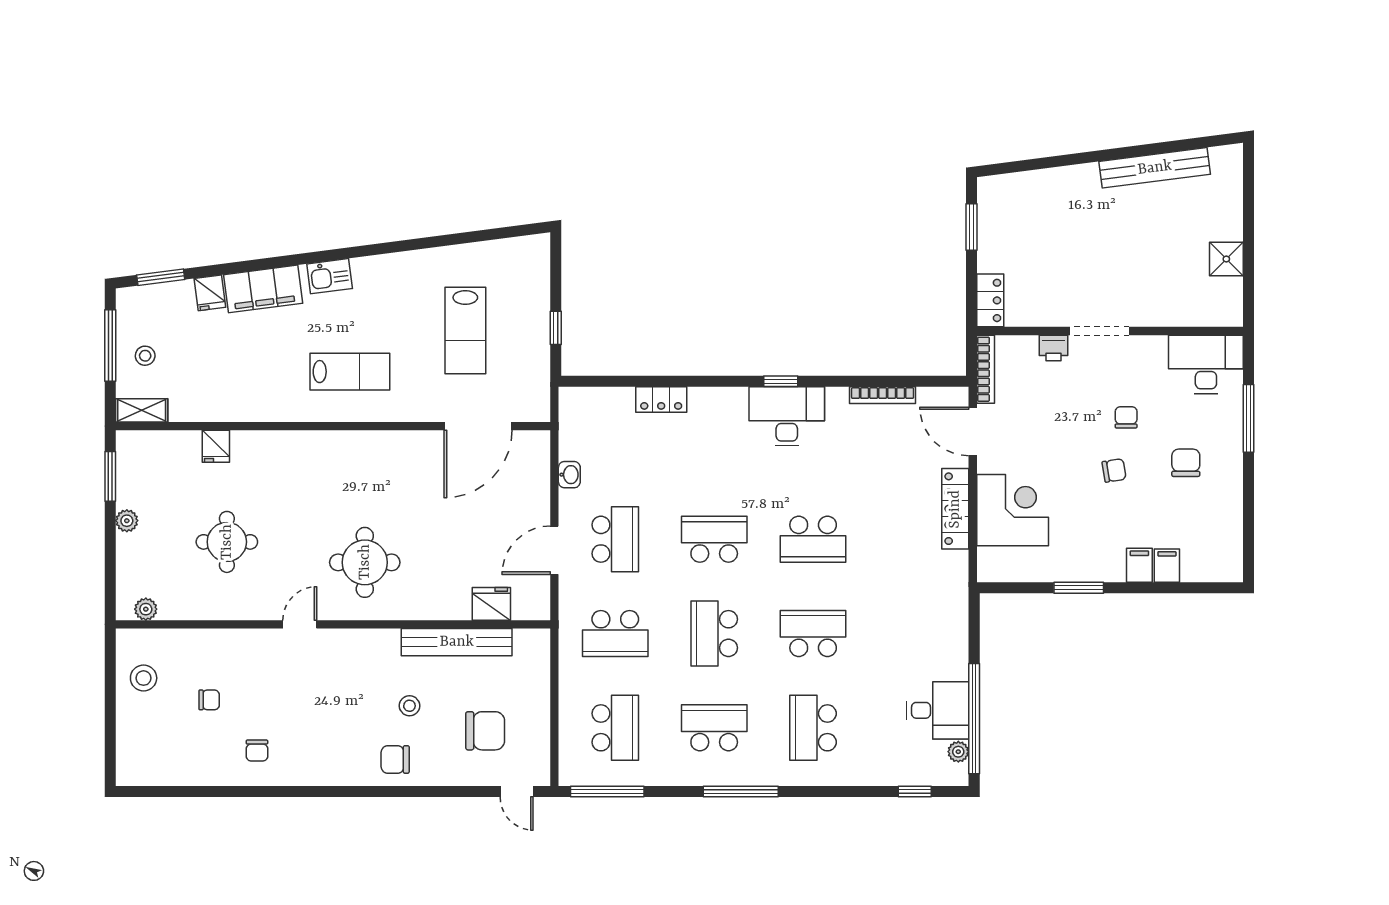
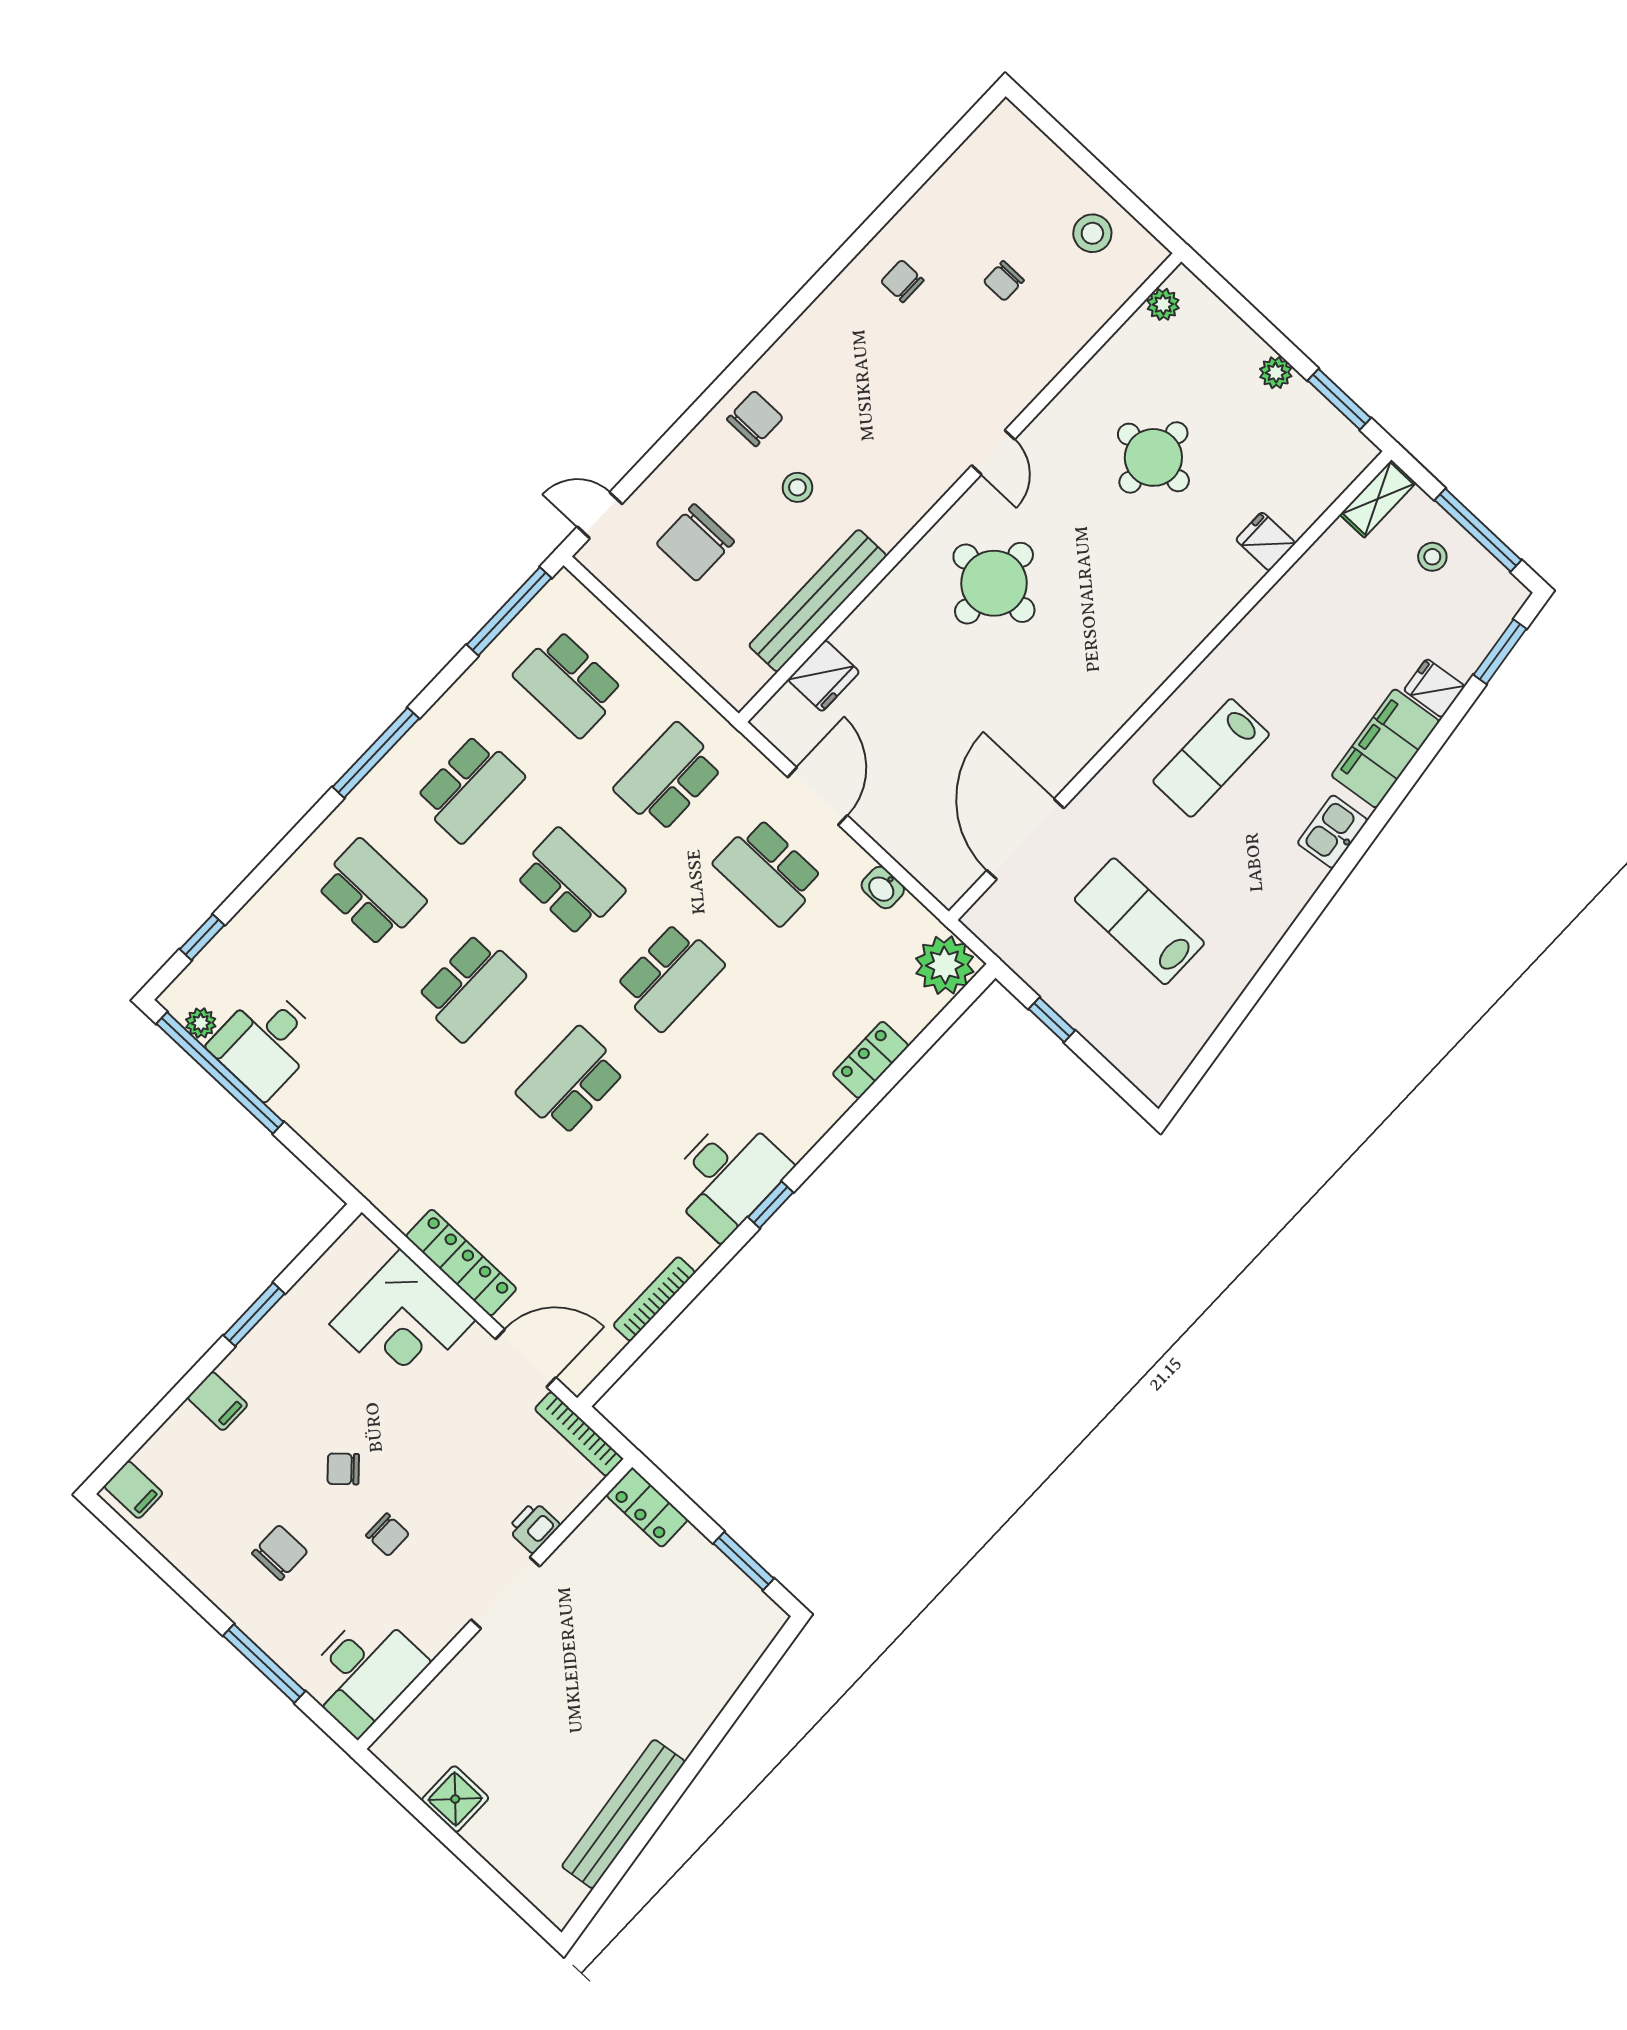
plant: (579, 407) -> (945, 965), added
chair: (1186, 463) -> (280, 1553), turned -90
chair: (1114, 470) -> (343, 1469), turned 57
filing cabinet: (1167, 566) -> (133, 1490), moved

